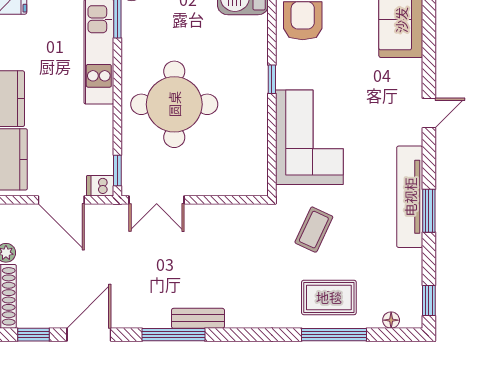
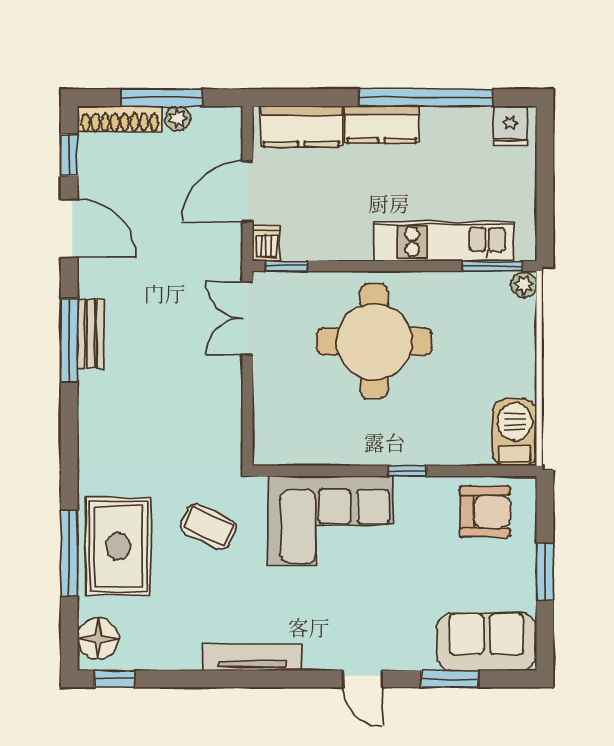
tv unit: (410, 197) -> (252, 657), width x0.73, depth x0.78
window: (429, 211) -> (450, 679), moved
rug: (329, 297) -> (118, 546), width x1.36, depth x1.43
bench: (198, 318) -> (91, 334), moved
floor lamp: (391, 320) -> (98, 638), width x1.89, depth x1.89

